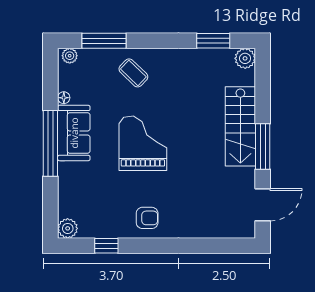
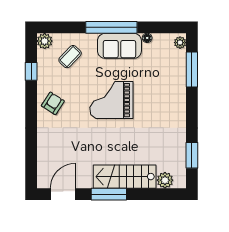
plant: (245, 58) -> (165, 180), moved
coffee table: (133, 73) -> (70, 57), moved
grand piano: (143, 143) -> (111, 100), turned 180
door: (263, 205) -> (63, 194), swing flipped
armchair: (147, 218) -> (53, 103), turned -147

